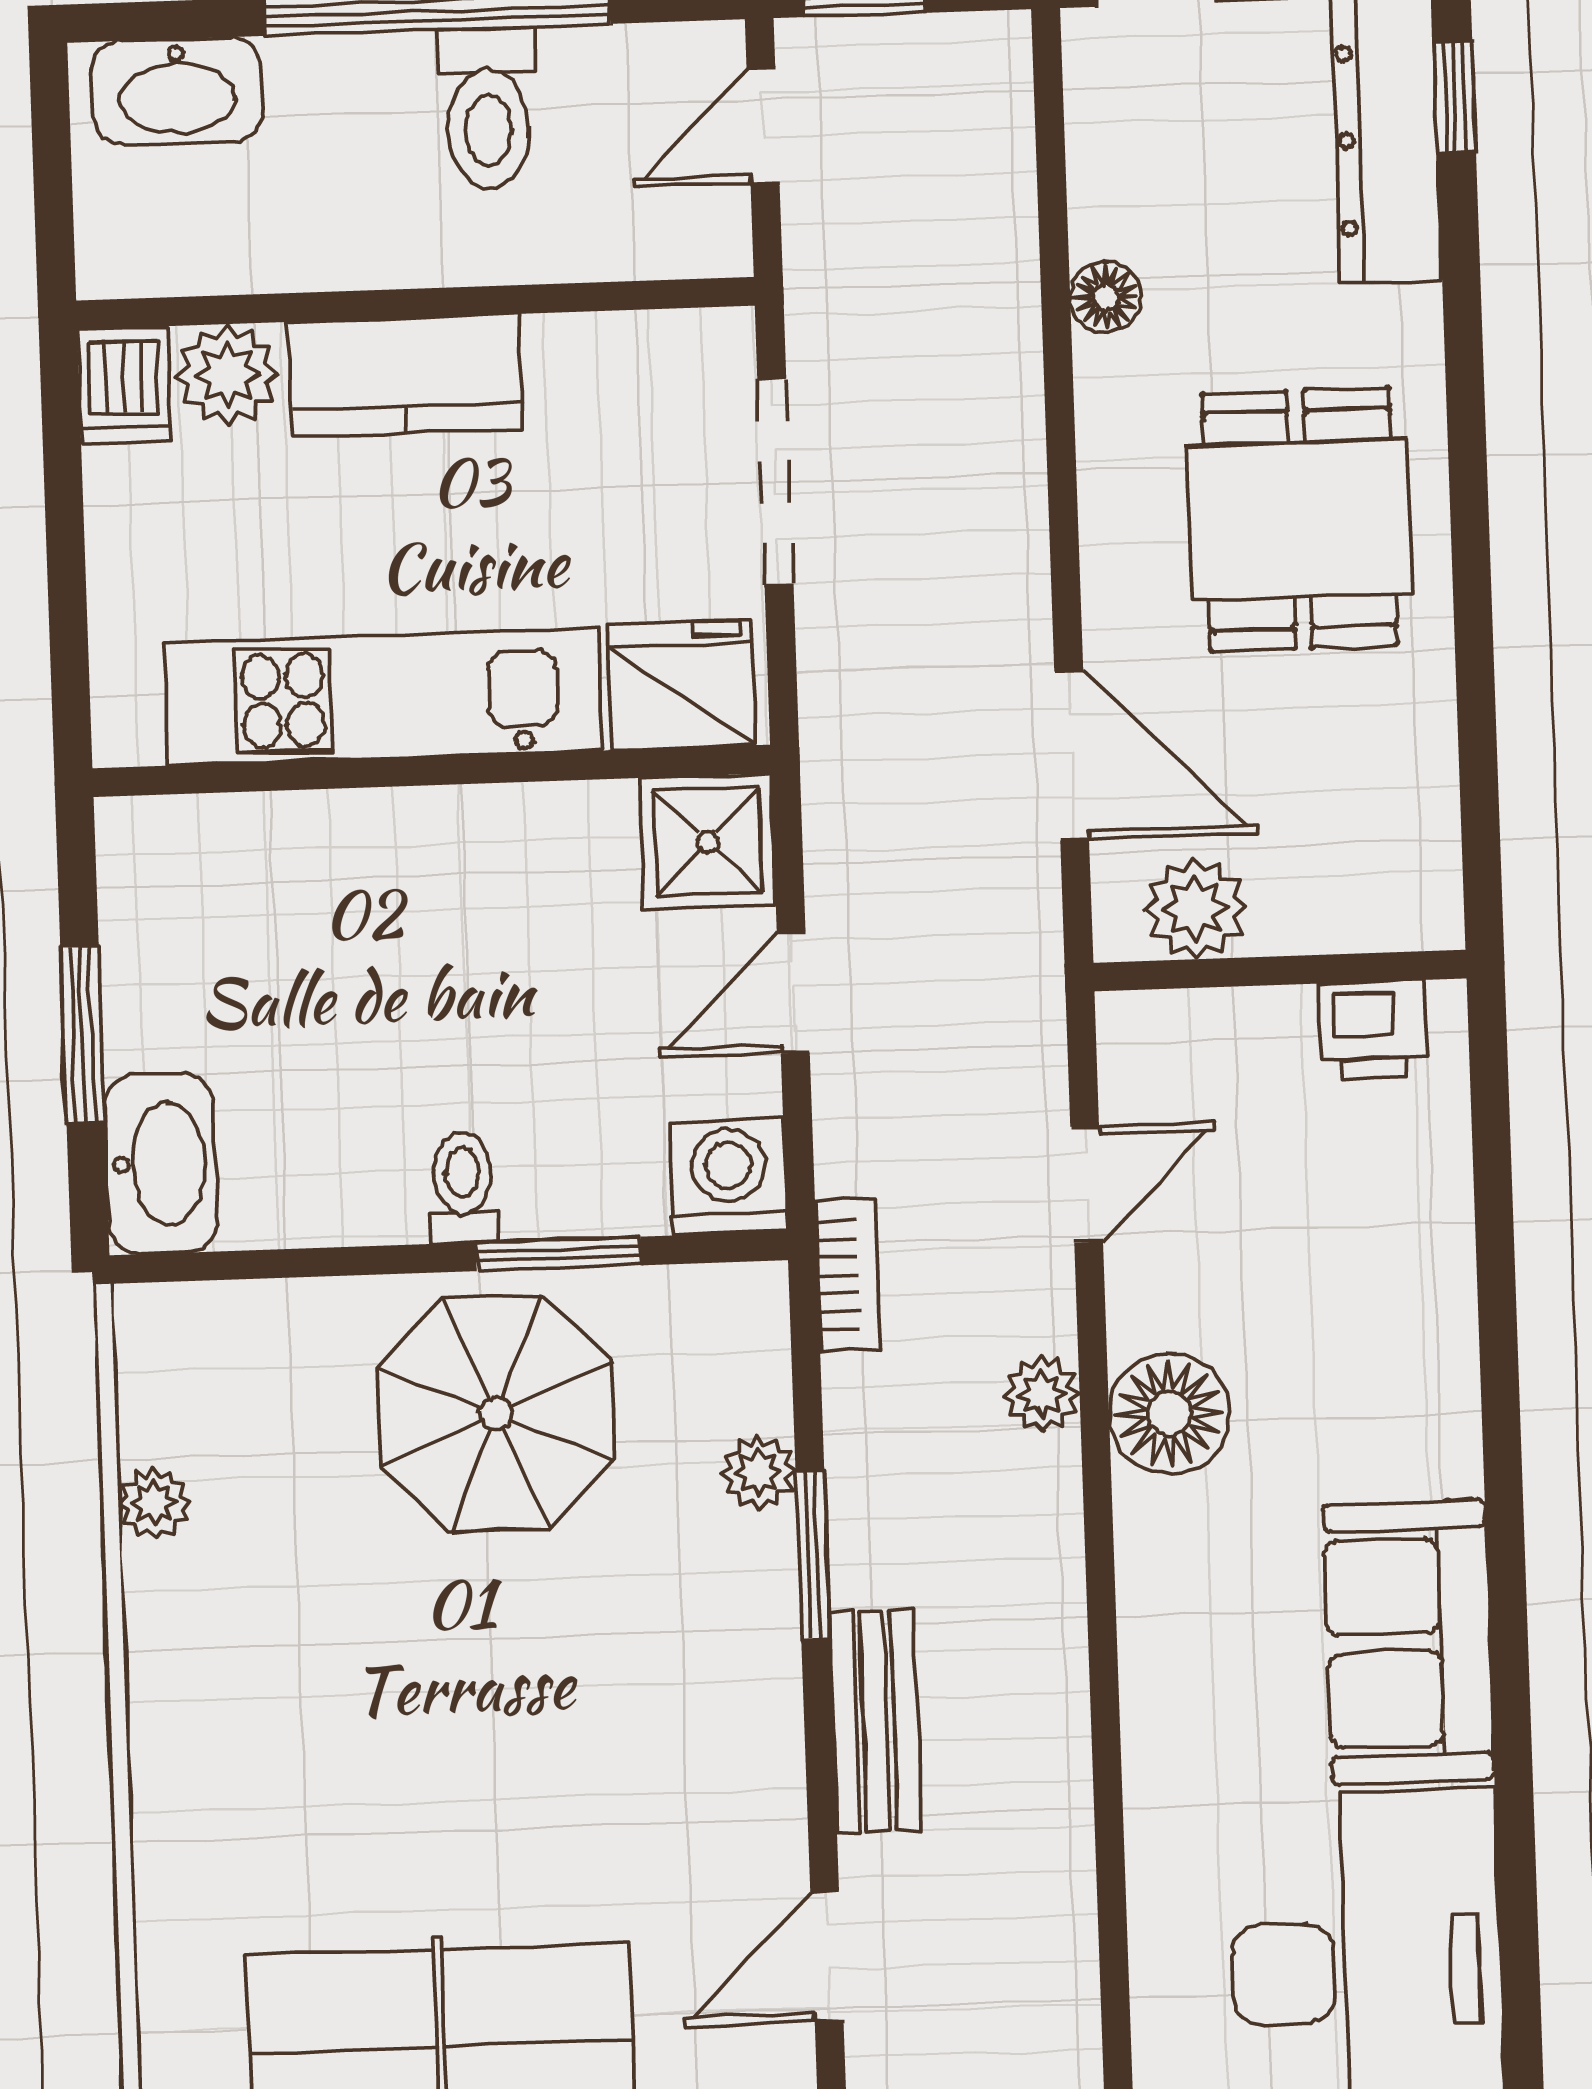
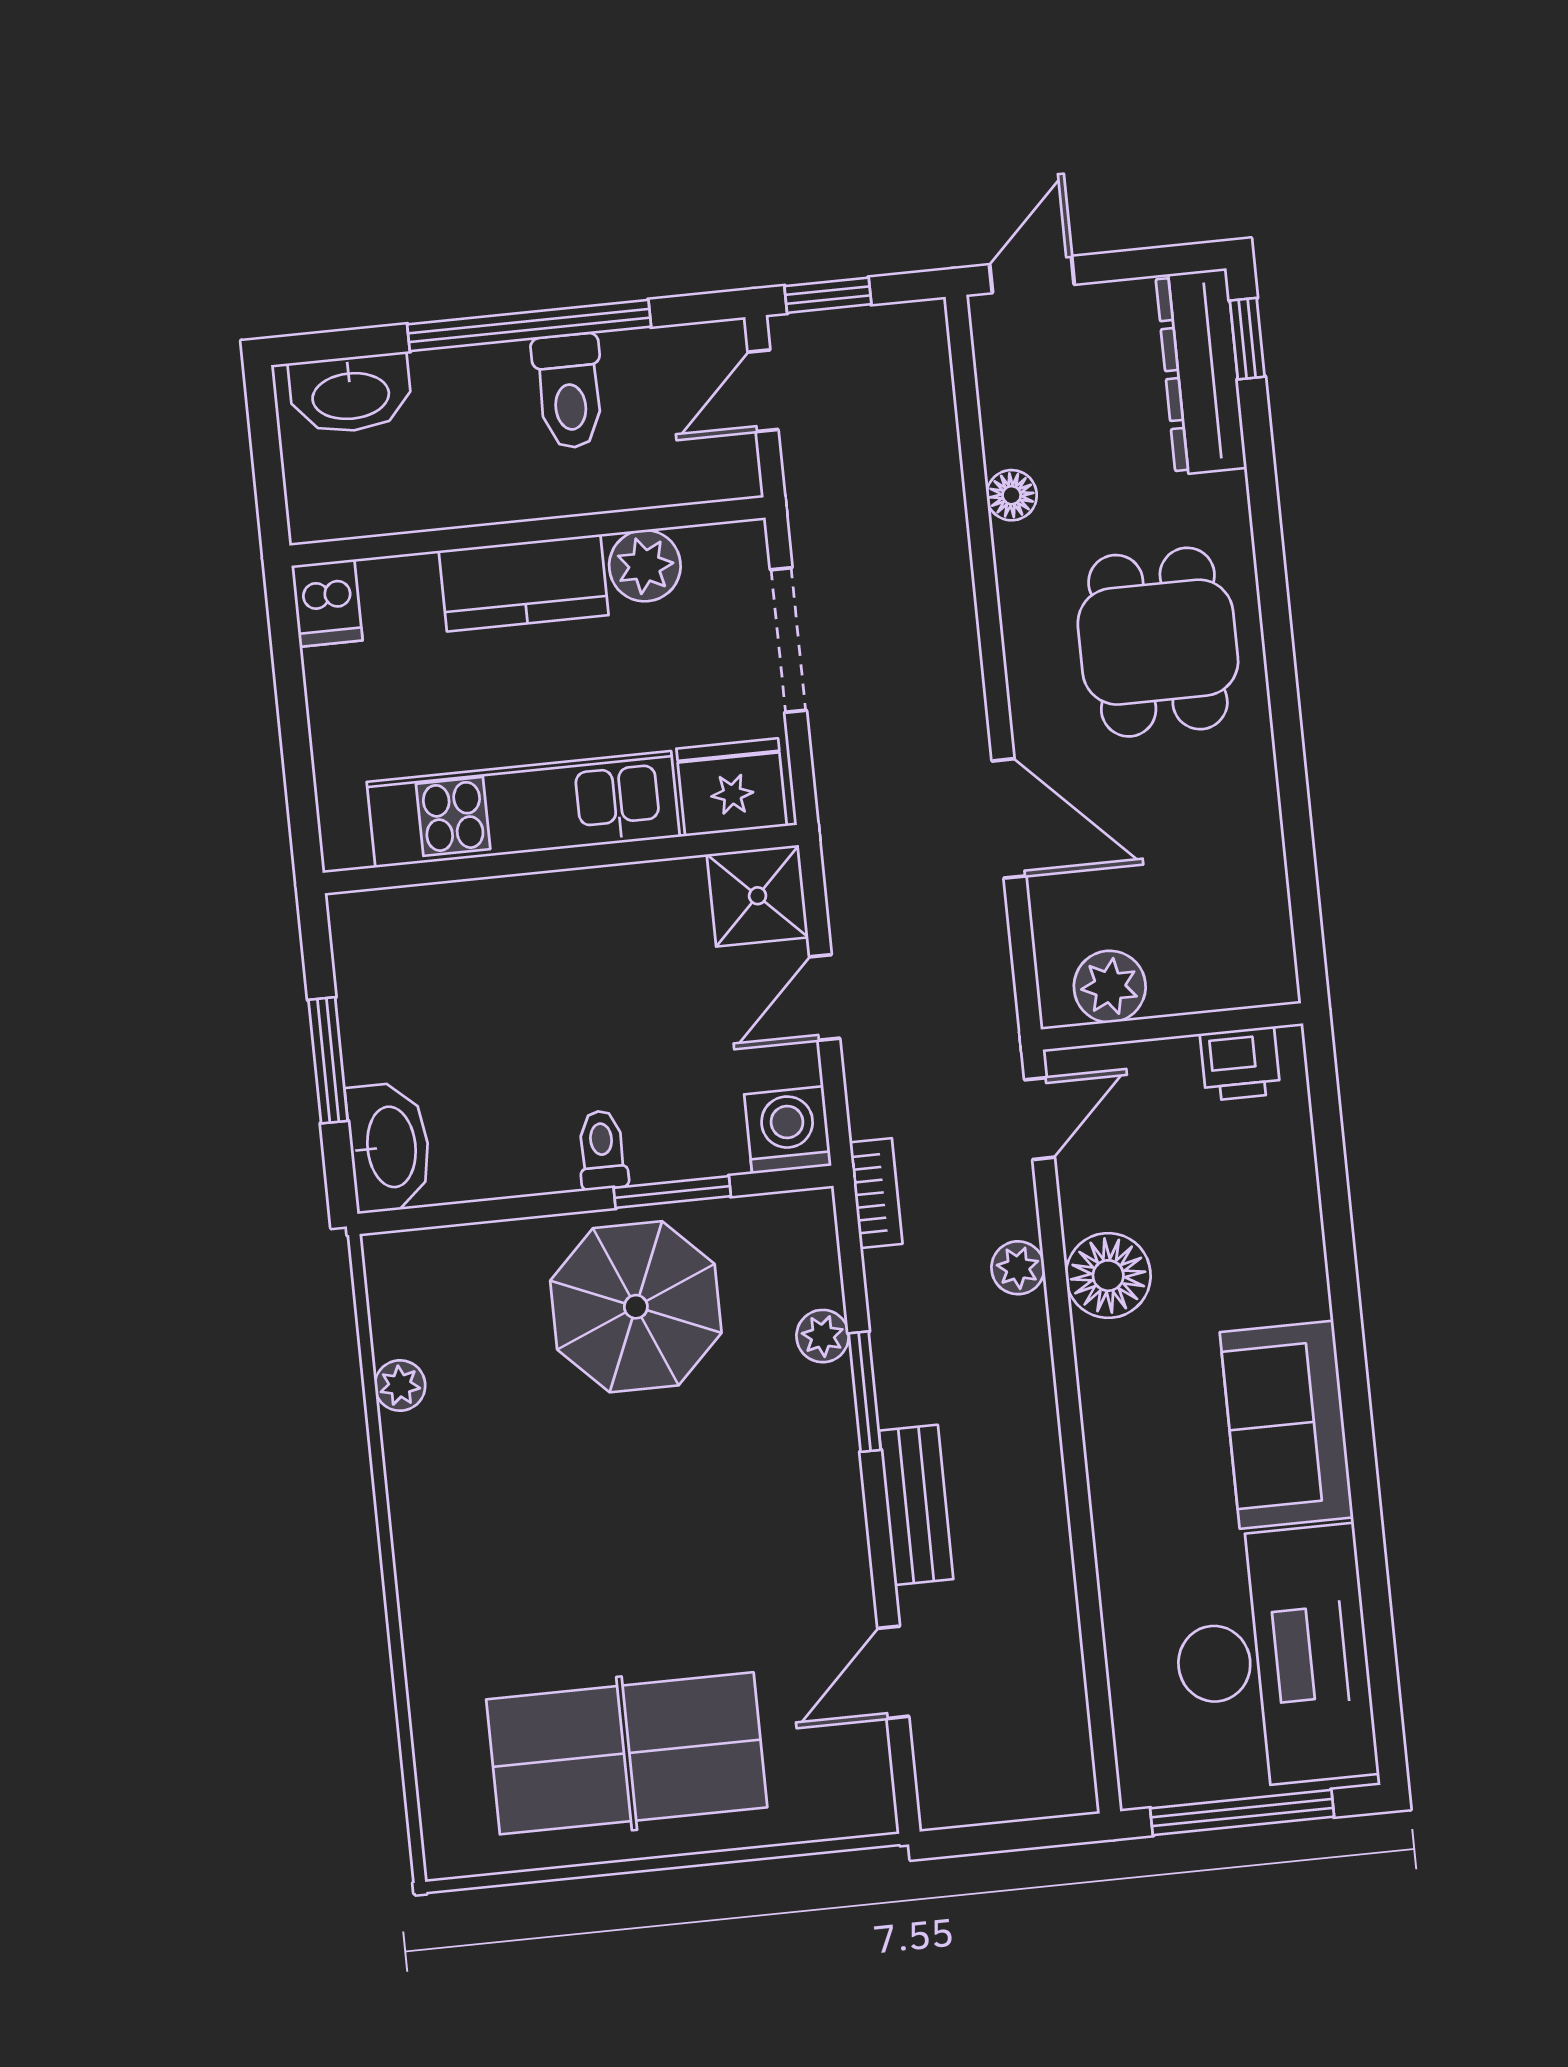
plant: (227, 375) -> (645, 566), moved
plant: (1195, 908) -> (1110, 987), moved
wall: (1280, 971) -> (1172, 1026), moved
printer: (1373, 1030) -> (1240, 1064), moved

